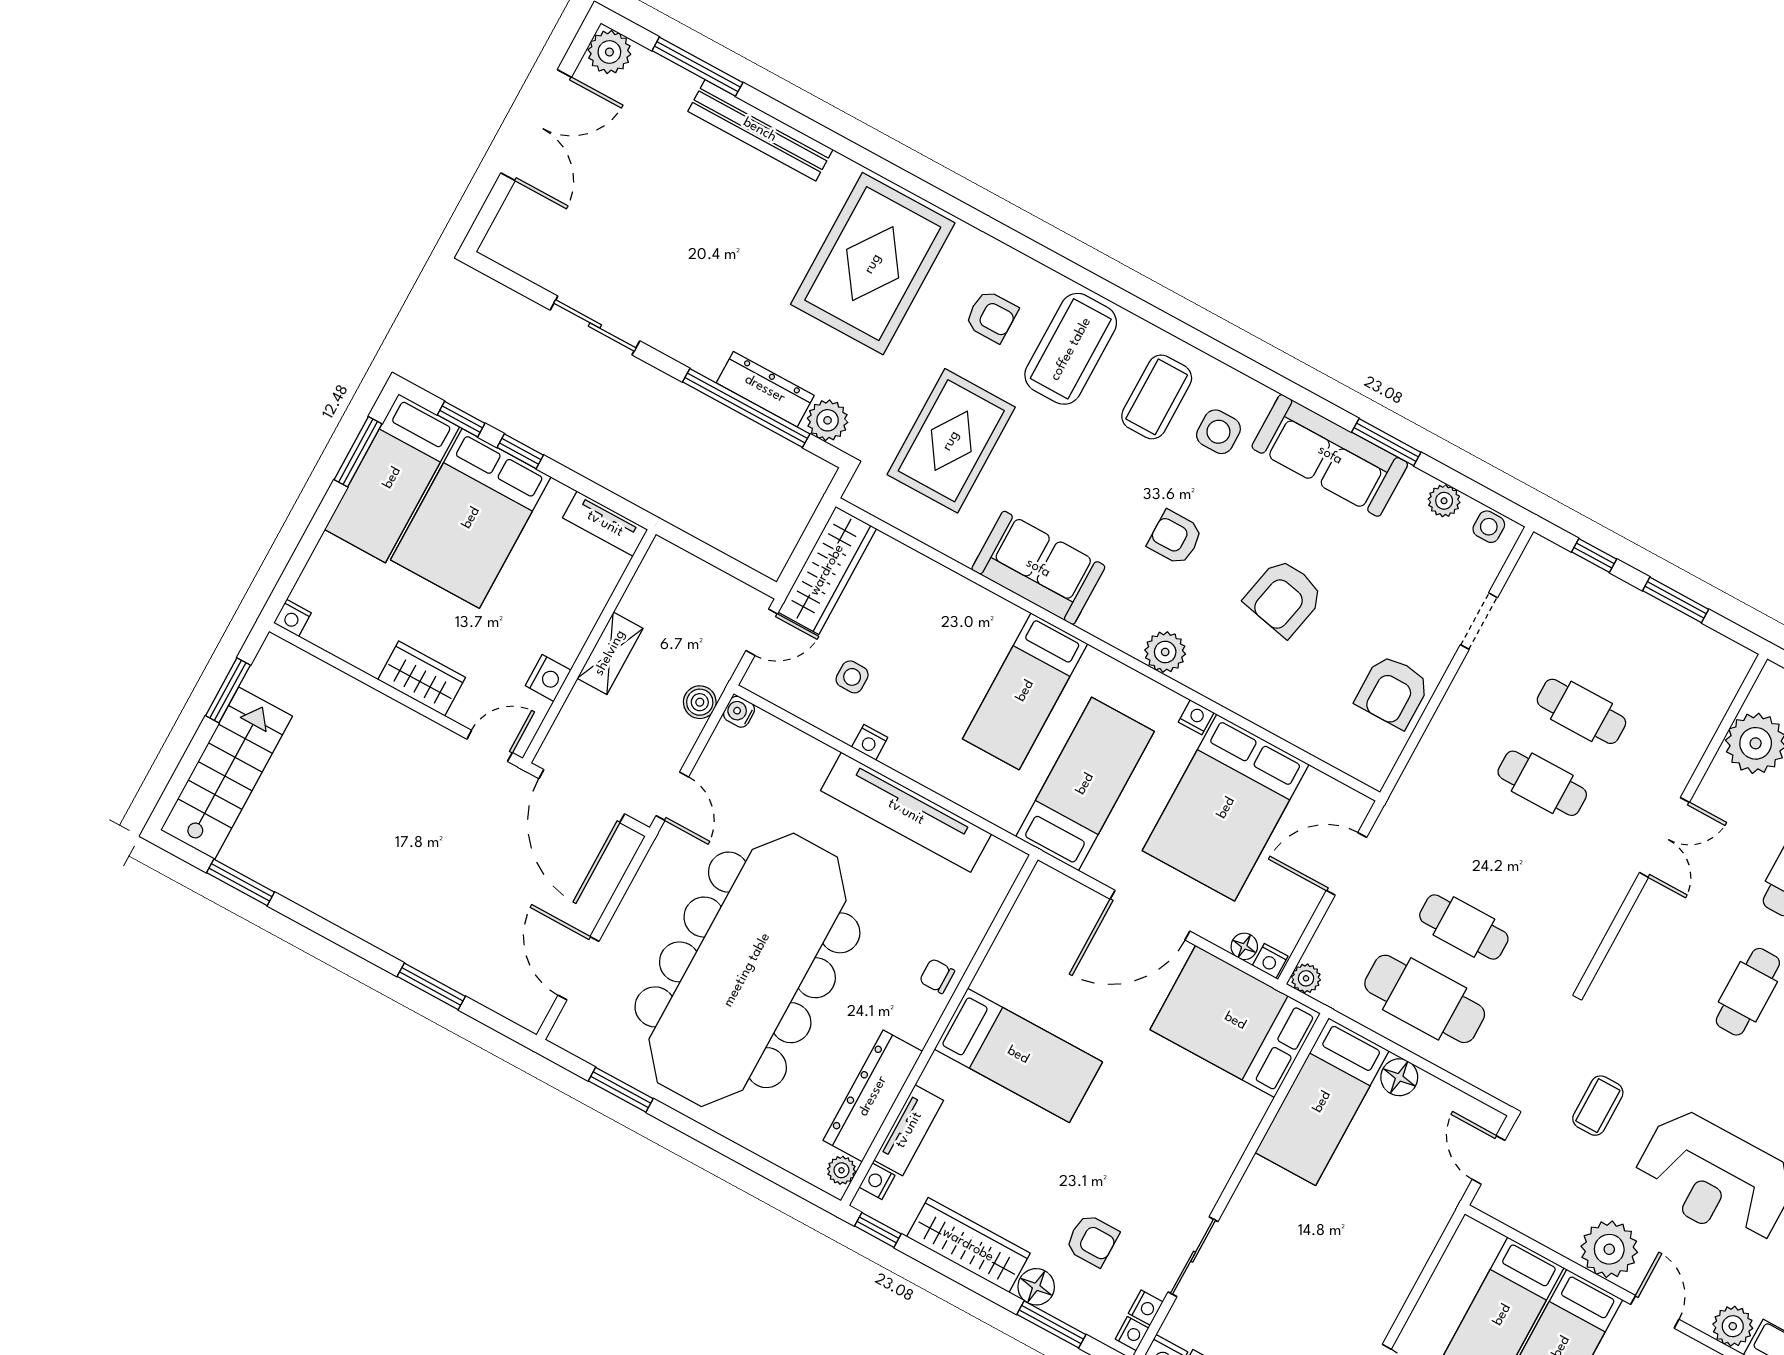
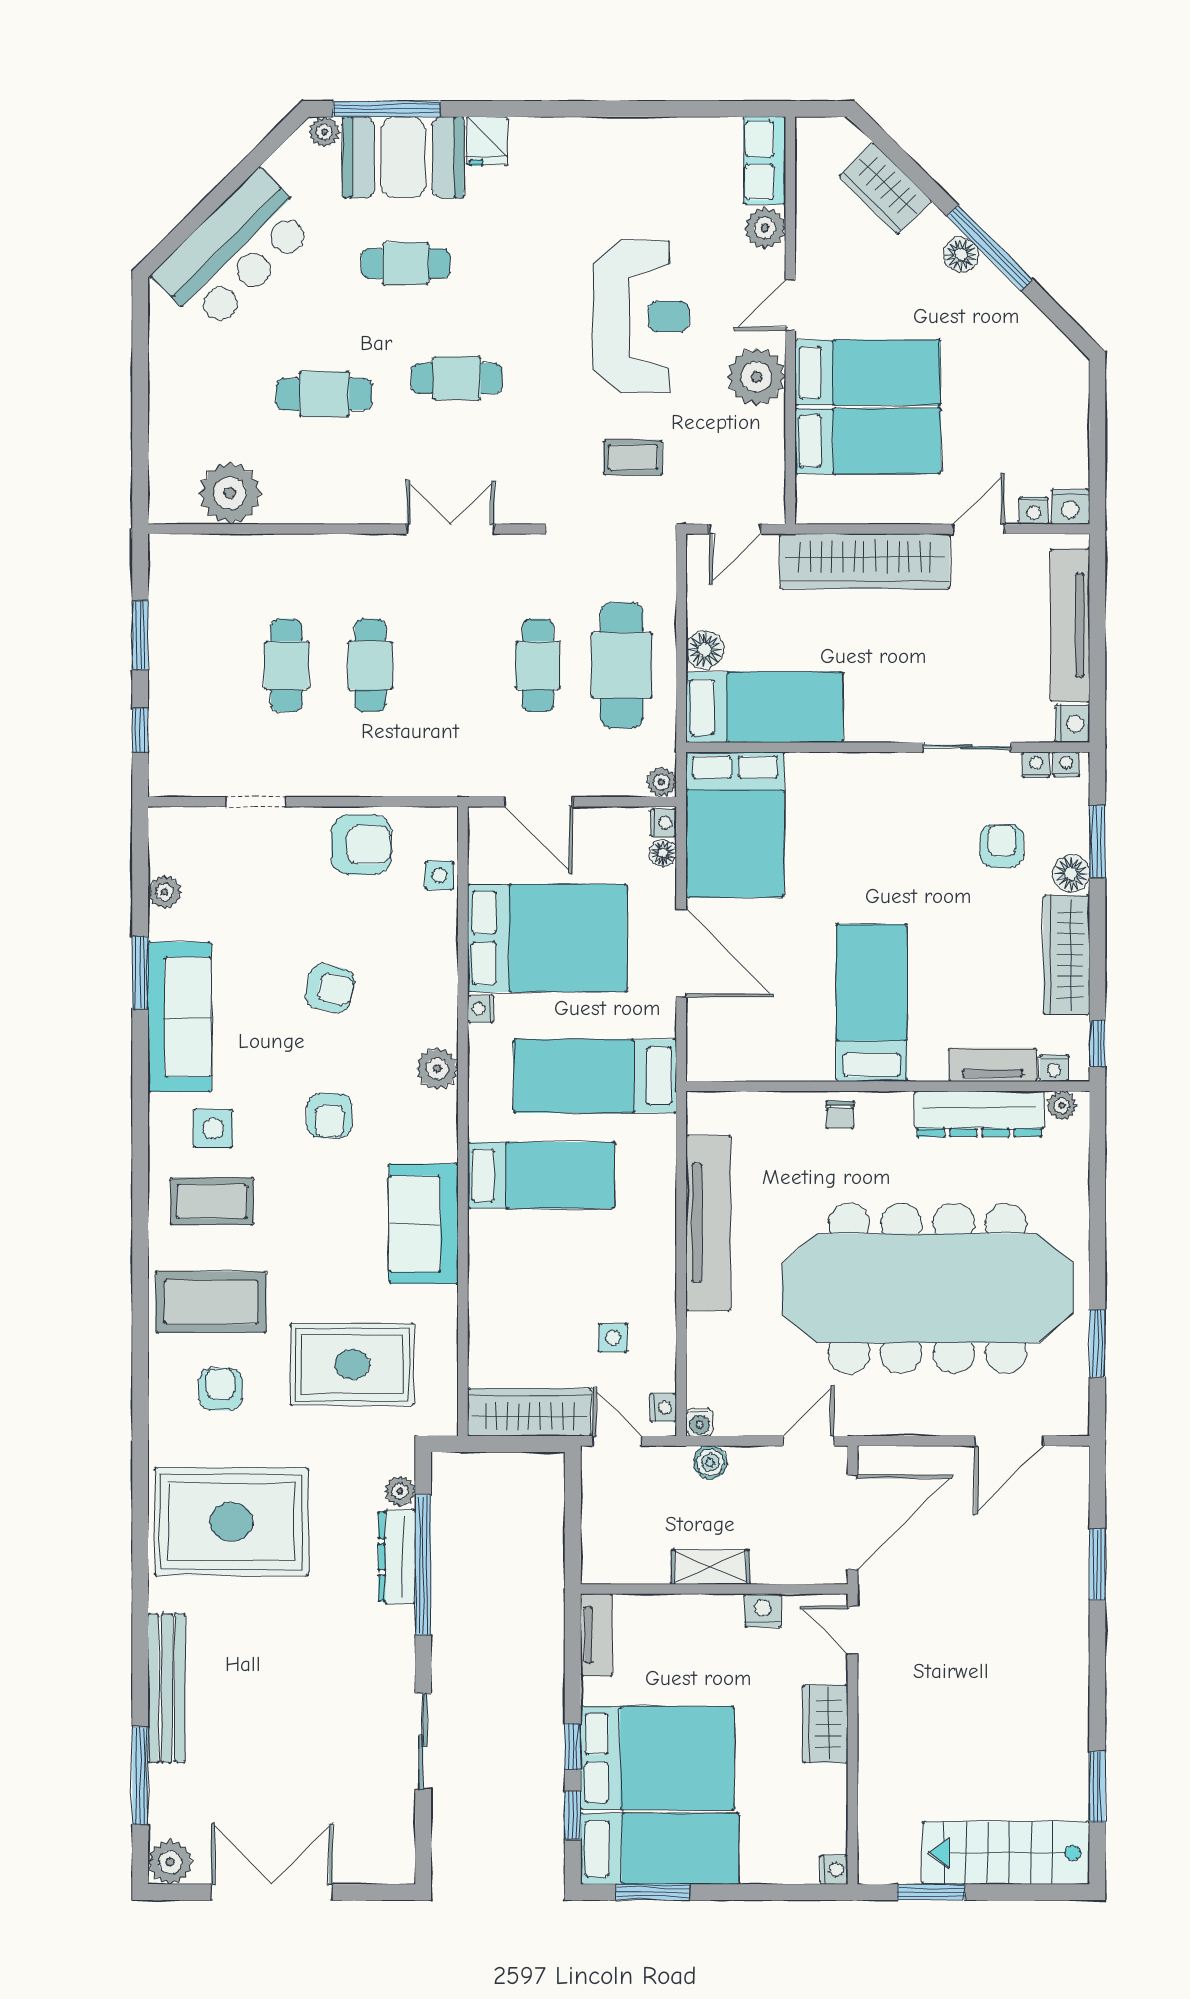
plant: (828, 420) -> (400, 1491), width x0.73, depth x0.73
side table: (1489, 527) -> (439, 875), moved
armchair: (1284, 598) -> (330, 988), width x0.72, depth x0.72
nightstand: (870, 742) -> (663, 1408), moved
double door: (1664, 837) -> (451, 529), moved
wardrobe: (1400, 1256) -> (865, 561), added

